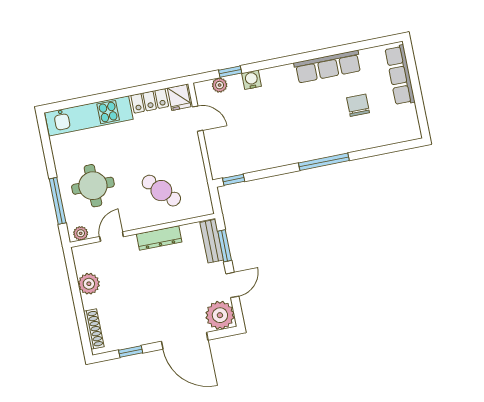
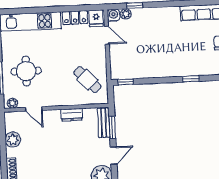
water cooler: (252, 80) -> (113, 15), moved
window: (324, 162) -> (191, 79), width x0.46
cafe table: (161, 191) -> (87, 80), moved
door: (112, 237) -> (34, 109), swing flipped
dresser: (159, 238) -> (72, 115), width x0.70

